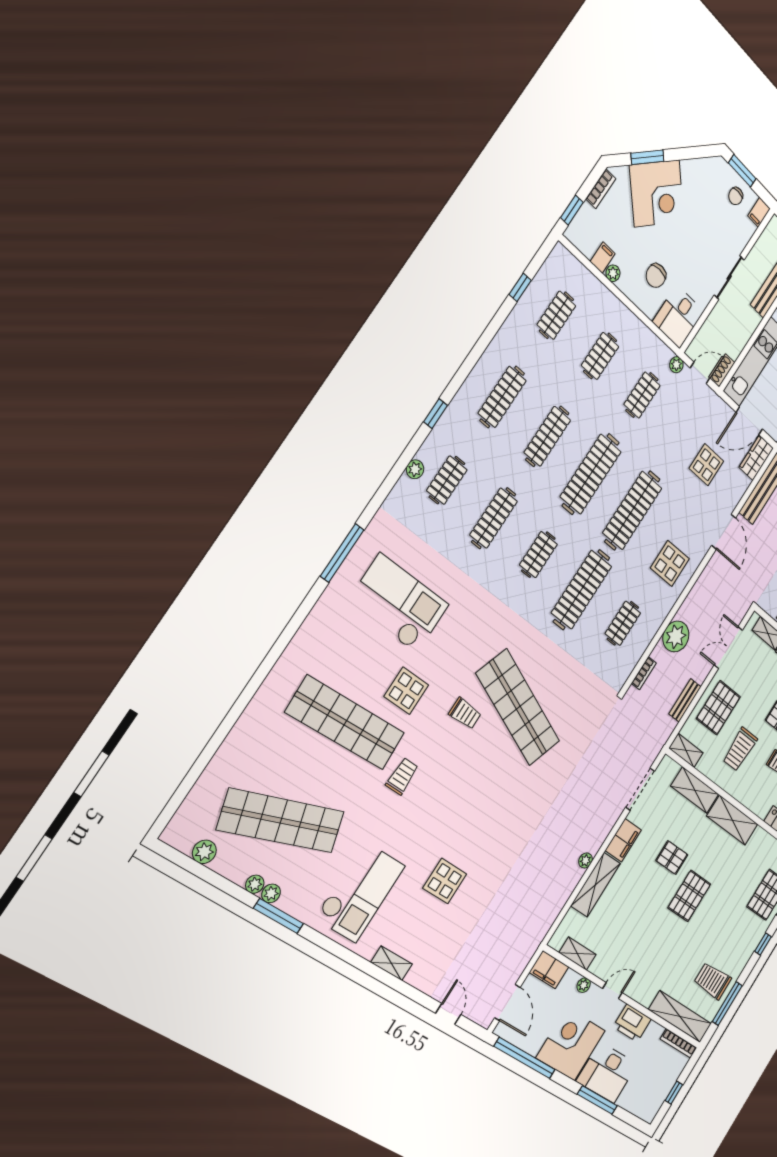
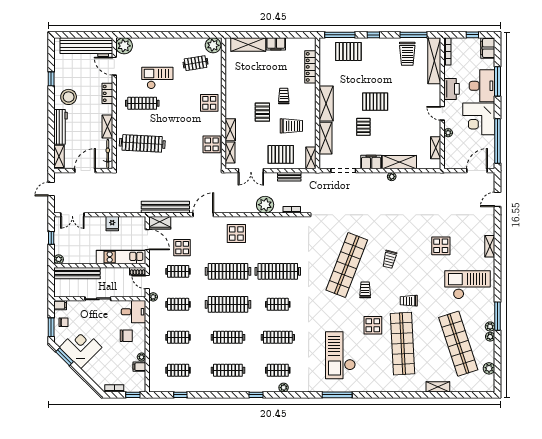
window: (647, 157) -> (65, 357), moved
corner desk: (657, 193) -> (81, 347), moved
clothes rail: (623, 623) -> (178, 271), moved
shelving: (235, 741) -> (438, 387), added
trolley: (481, 783) -> (390, 259), added
filing cabinet: (549, 970) -> (488, 48), moved, turned 180

